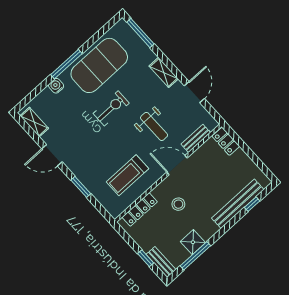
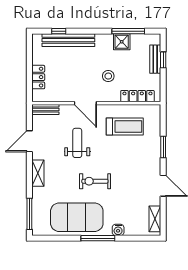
bench: (196, 138) -> (45, 109), moved
locker: (226, 141) -> (38, 77), moved
bench: (161, 262) -> (155, 59), moved

